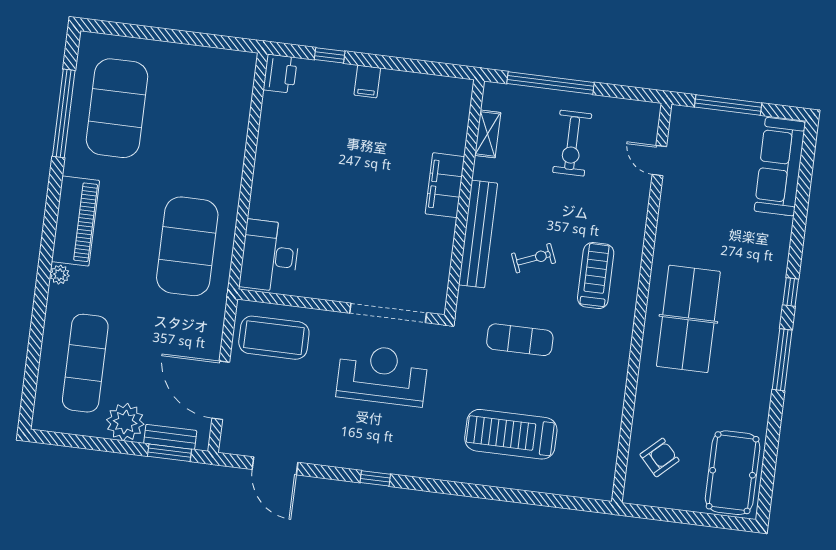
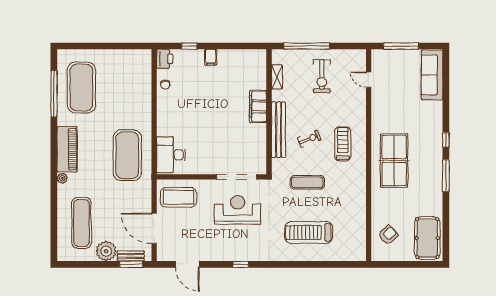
chair: (275, 122) -> (165, 85), added

